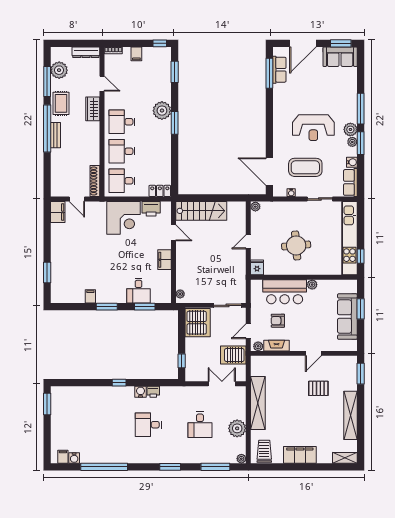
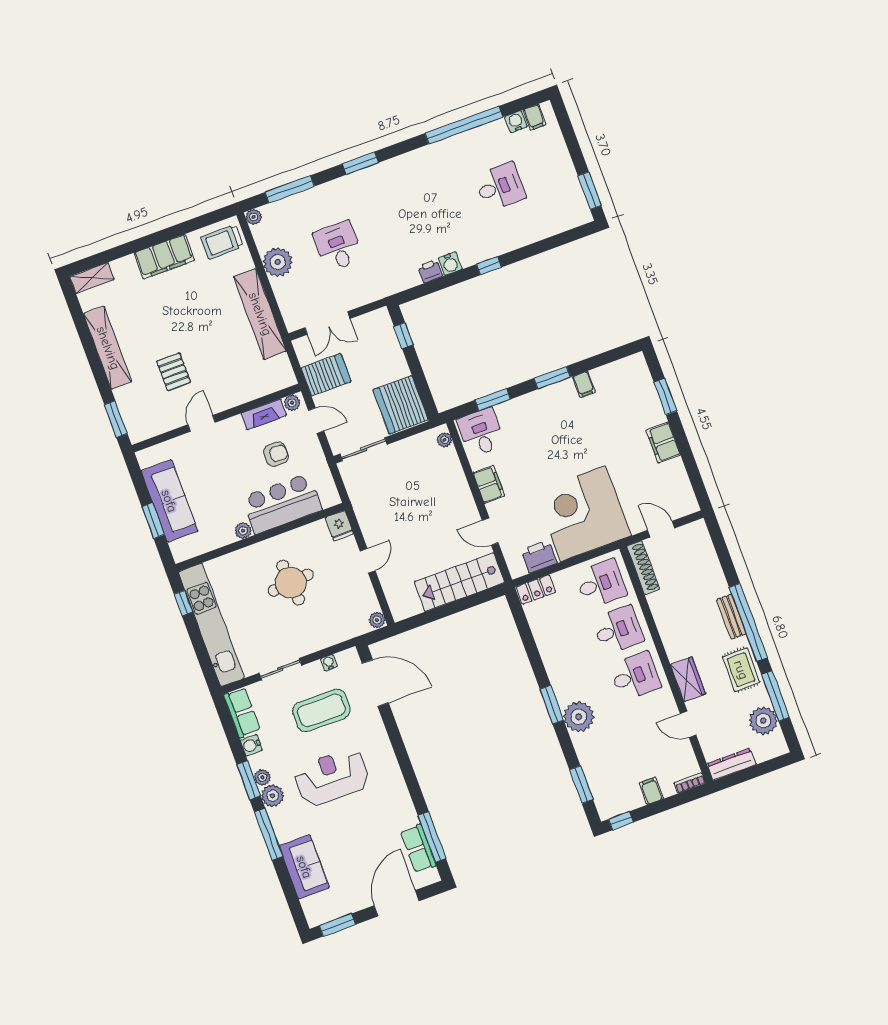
sofa: (340, 57) -> (304, 867), moved, turned 90
filing cabinet: (58, 212) -> (663, 443), moved
corner desk: (123, 218) -> (583, 514), width x1.36, depth x1.36
desk: (139, 291) -> (481, 432), moved
door: (248, 331) -> (316, 421), hinge flipped
pallet: (318, 388) -> (174, 372), turned 90
desk: (148, 425) -> (500, 187), moved
trolley: (264, 451) -> (222, 242), turned 90

